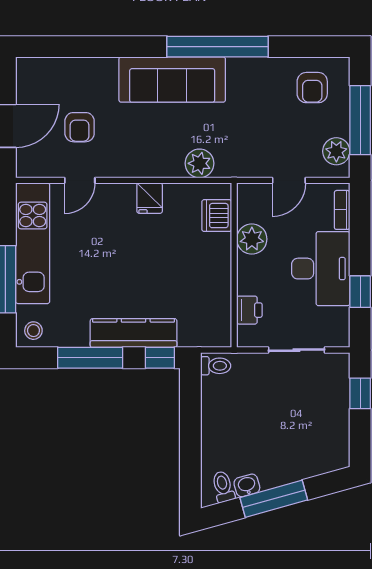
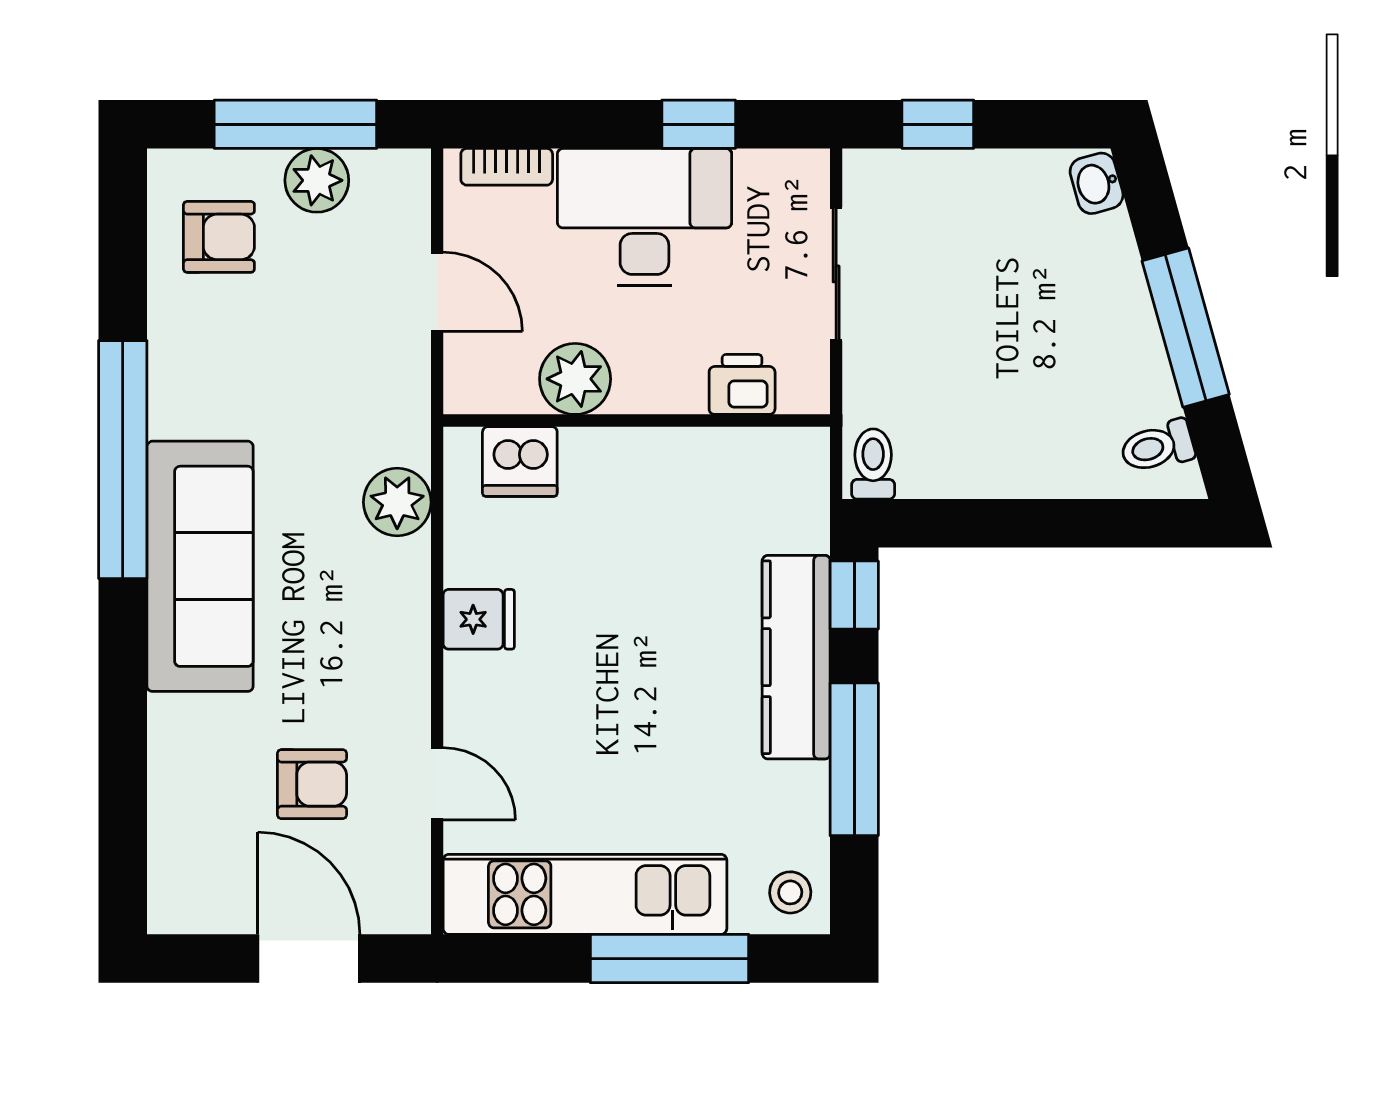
plant: (336, 151) -> (317, 180), moved
washbasin: (247, 485) -> (1097, 183), moved

